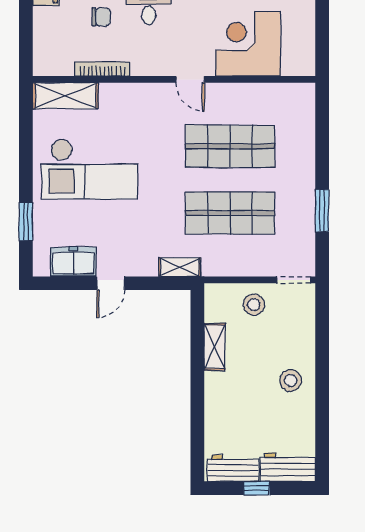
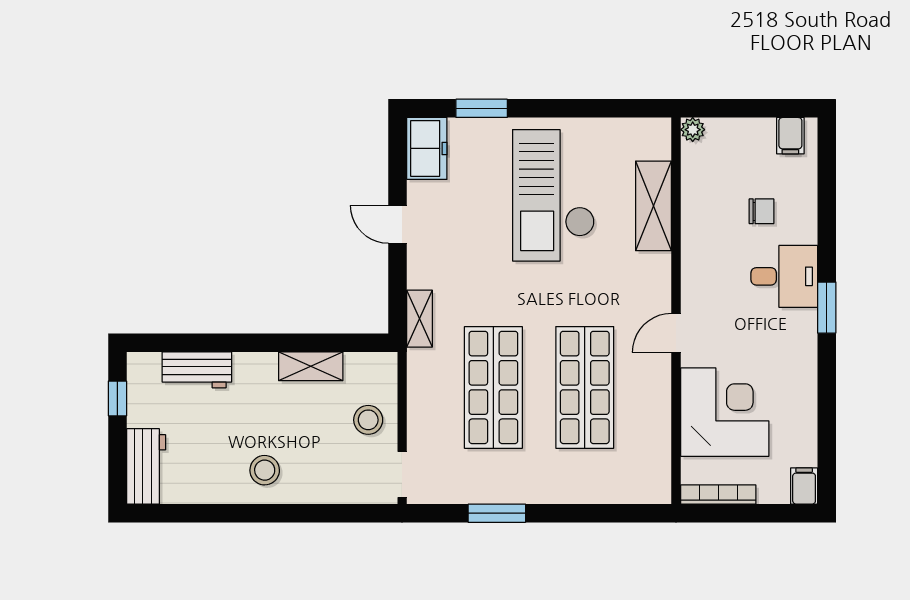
chair: (101, 17) -> (761, 211), turned -90
plant: (41, 67) -> (693, 130), added
bookcase: (102, 69) -> (718, 494), moved, turned -90
shelving: (65, 96) -> (654, 206), moved
freezer: (73, 262) -> (427, 148), moved
workbench: (233, 468) -> (197, 370), moved, turned 90
window: (257, 488) -> (117, 398), moved

